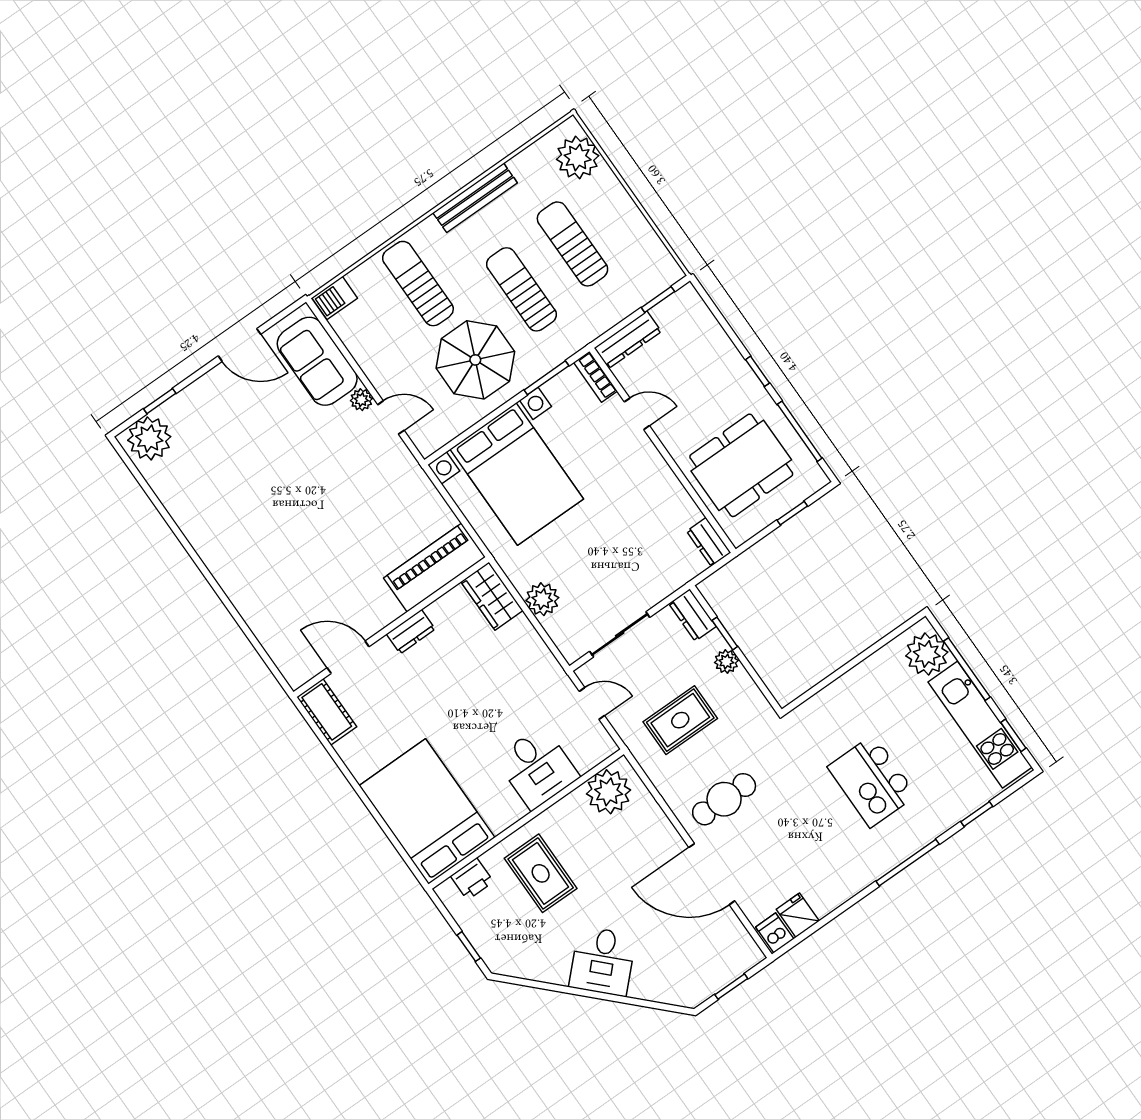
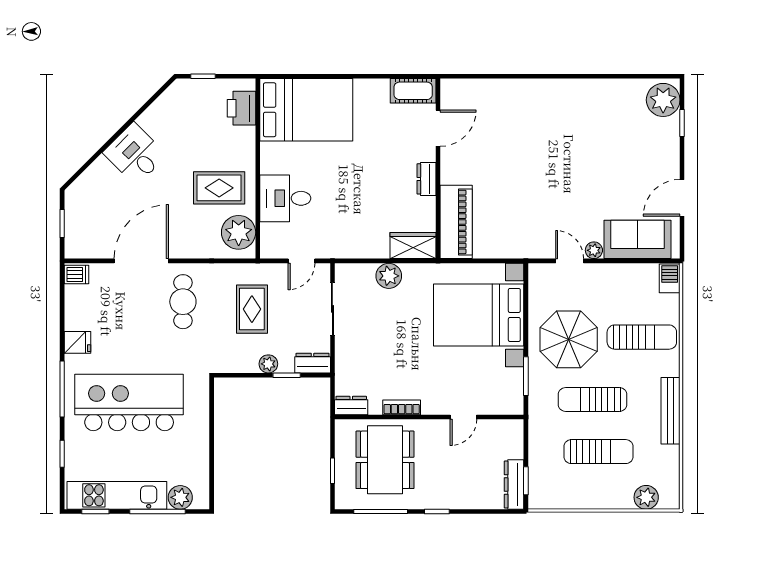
plant: (578, 157) -> (646, 497), width x0.73, depth x0.73
sun lounger: (521, 289) -> (592, 399), turned 180
dresser: (628, 340) -> (514, 485), moved
bookcase: (595, 377) -> (402, 407), moved
door: (391, 417) -> (570, 261), swing flipped
plant: (927, 654) -> (180, 497), width x0.73, depth x0.73
kitchen island: (872, 781) -> (129, 403), width x1.87, depth x1.28
rug: (541, 873) -> (219, 188), moved
printer: (472, 879) -> (241, 108), width x1.36, depth x1.24
fridge: (798, 915) -> (78, 342), moved

